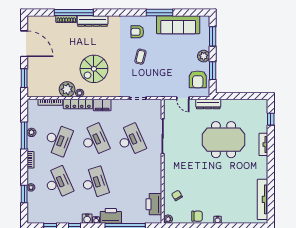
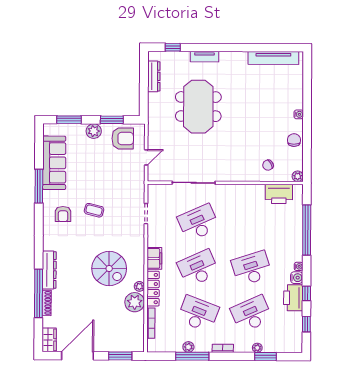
wardrobe: (37, 21) -> (49, 340), added
dresser: (208, 104) -> (154, 76), moved
printer: (111, 216) -> (293, 298), moved

